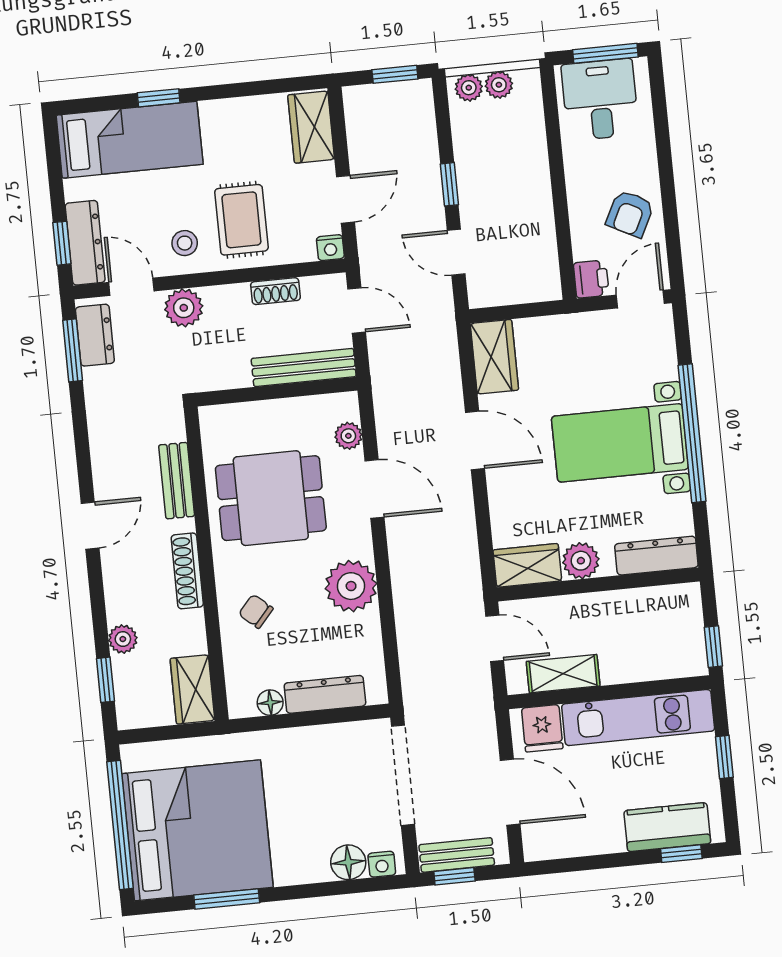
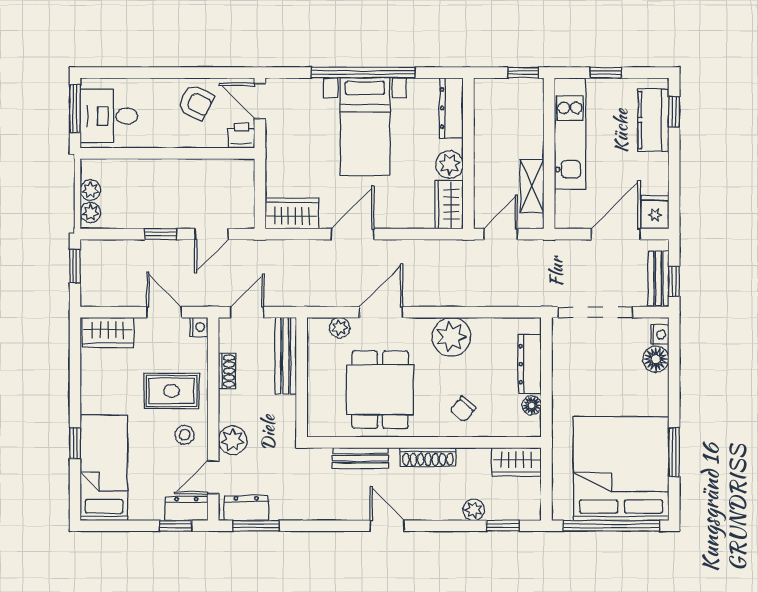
dresser: (85, 243) -> (186, 509), width x0.70
fridge: (542, 728) -> (655, 212), moved, turned -90

